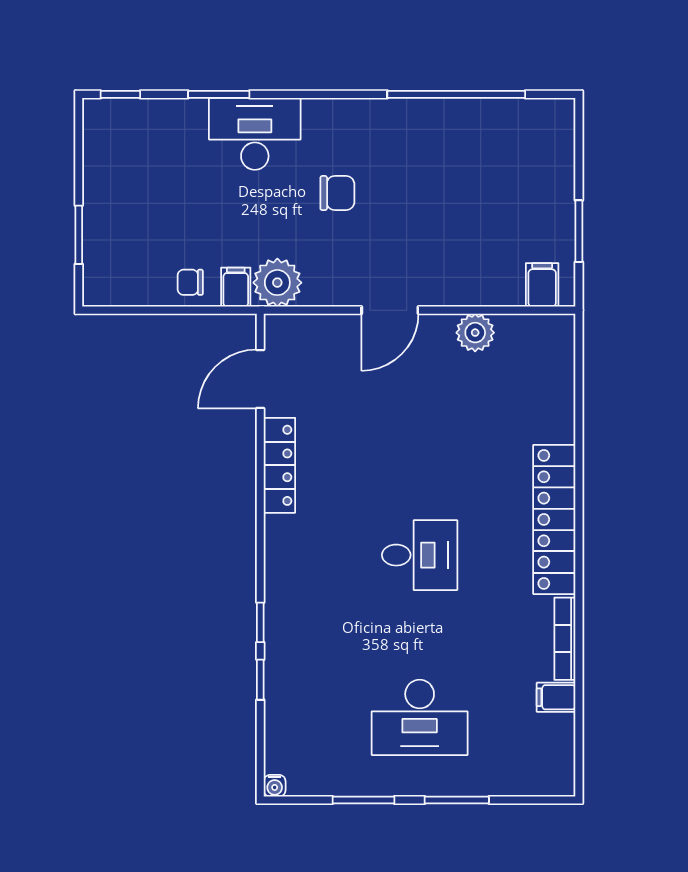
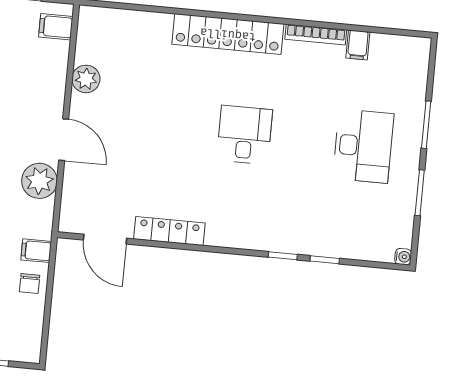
plant: (277, 283) -> (39, 181), moved

